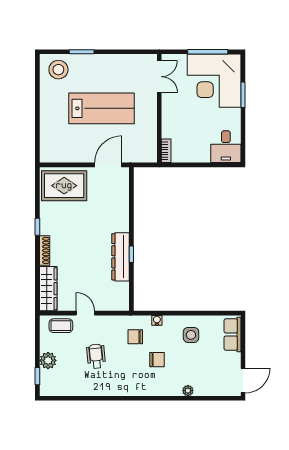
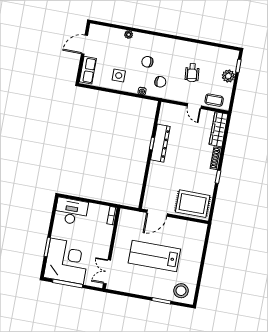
desk: (226, 147) -> (71, 211), width x1.37
door: (243, 381) -> (84, 45), moved

